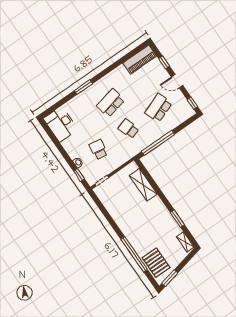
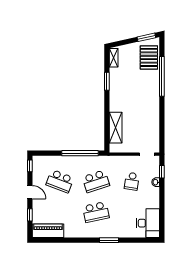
school desk: (159, 108) -> (60, 181), turned 42
school desk: (129, 129) -> (96, 181), width x1.85

